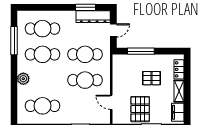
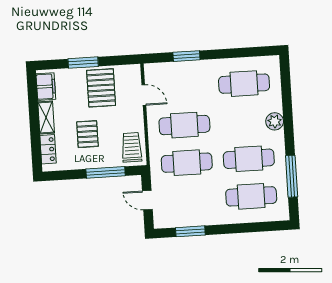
dresser: (93, 17) -> (178, 218), removed
door: (113, 30) -> (147, 200), hinge flipped
trolley: (122, 67) -> (132, 147), added
pallet: (152, 78) -> (87, 134), turned 90

